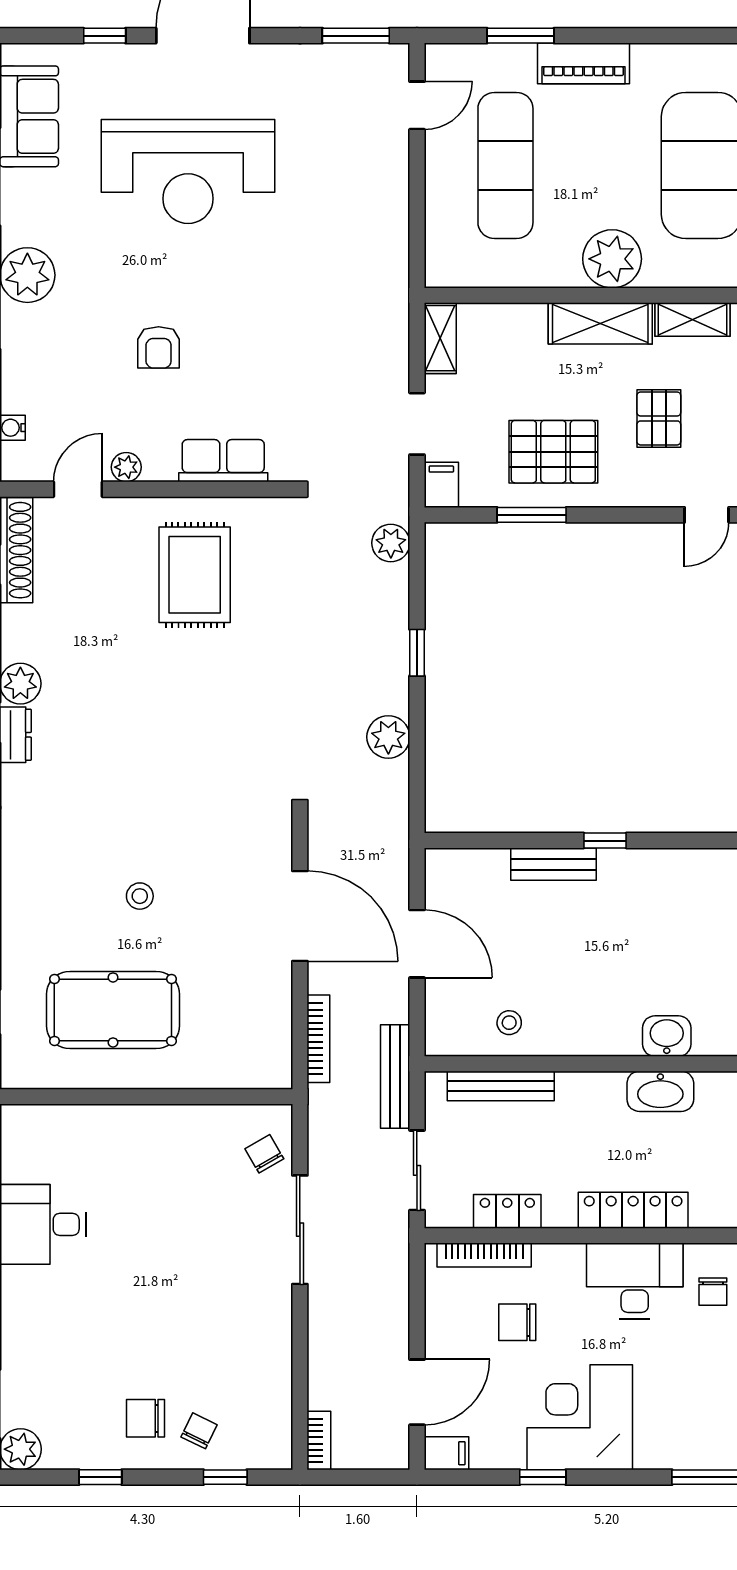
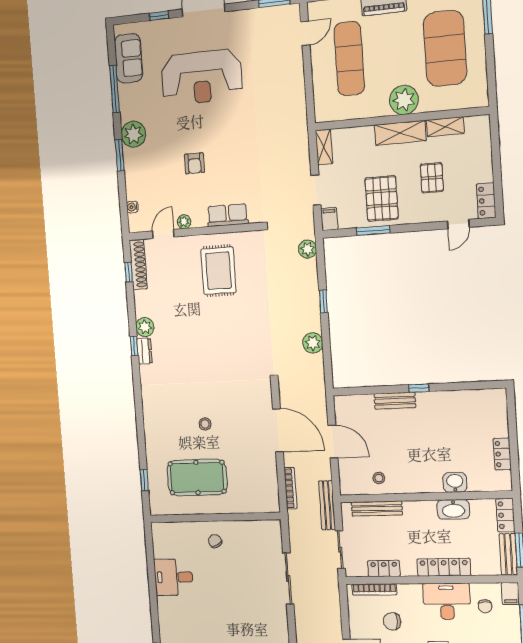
pallet: (553, 452) -> (382, 198), turned 90
chair: (264, 1154) -> (215, 541), moved

